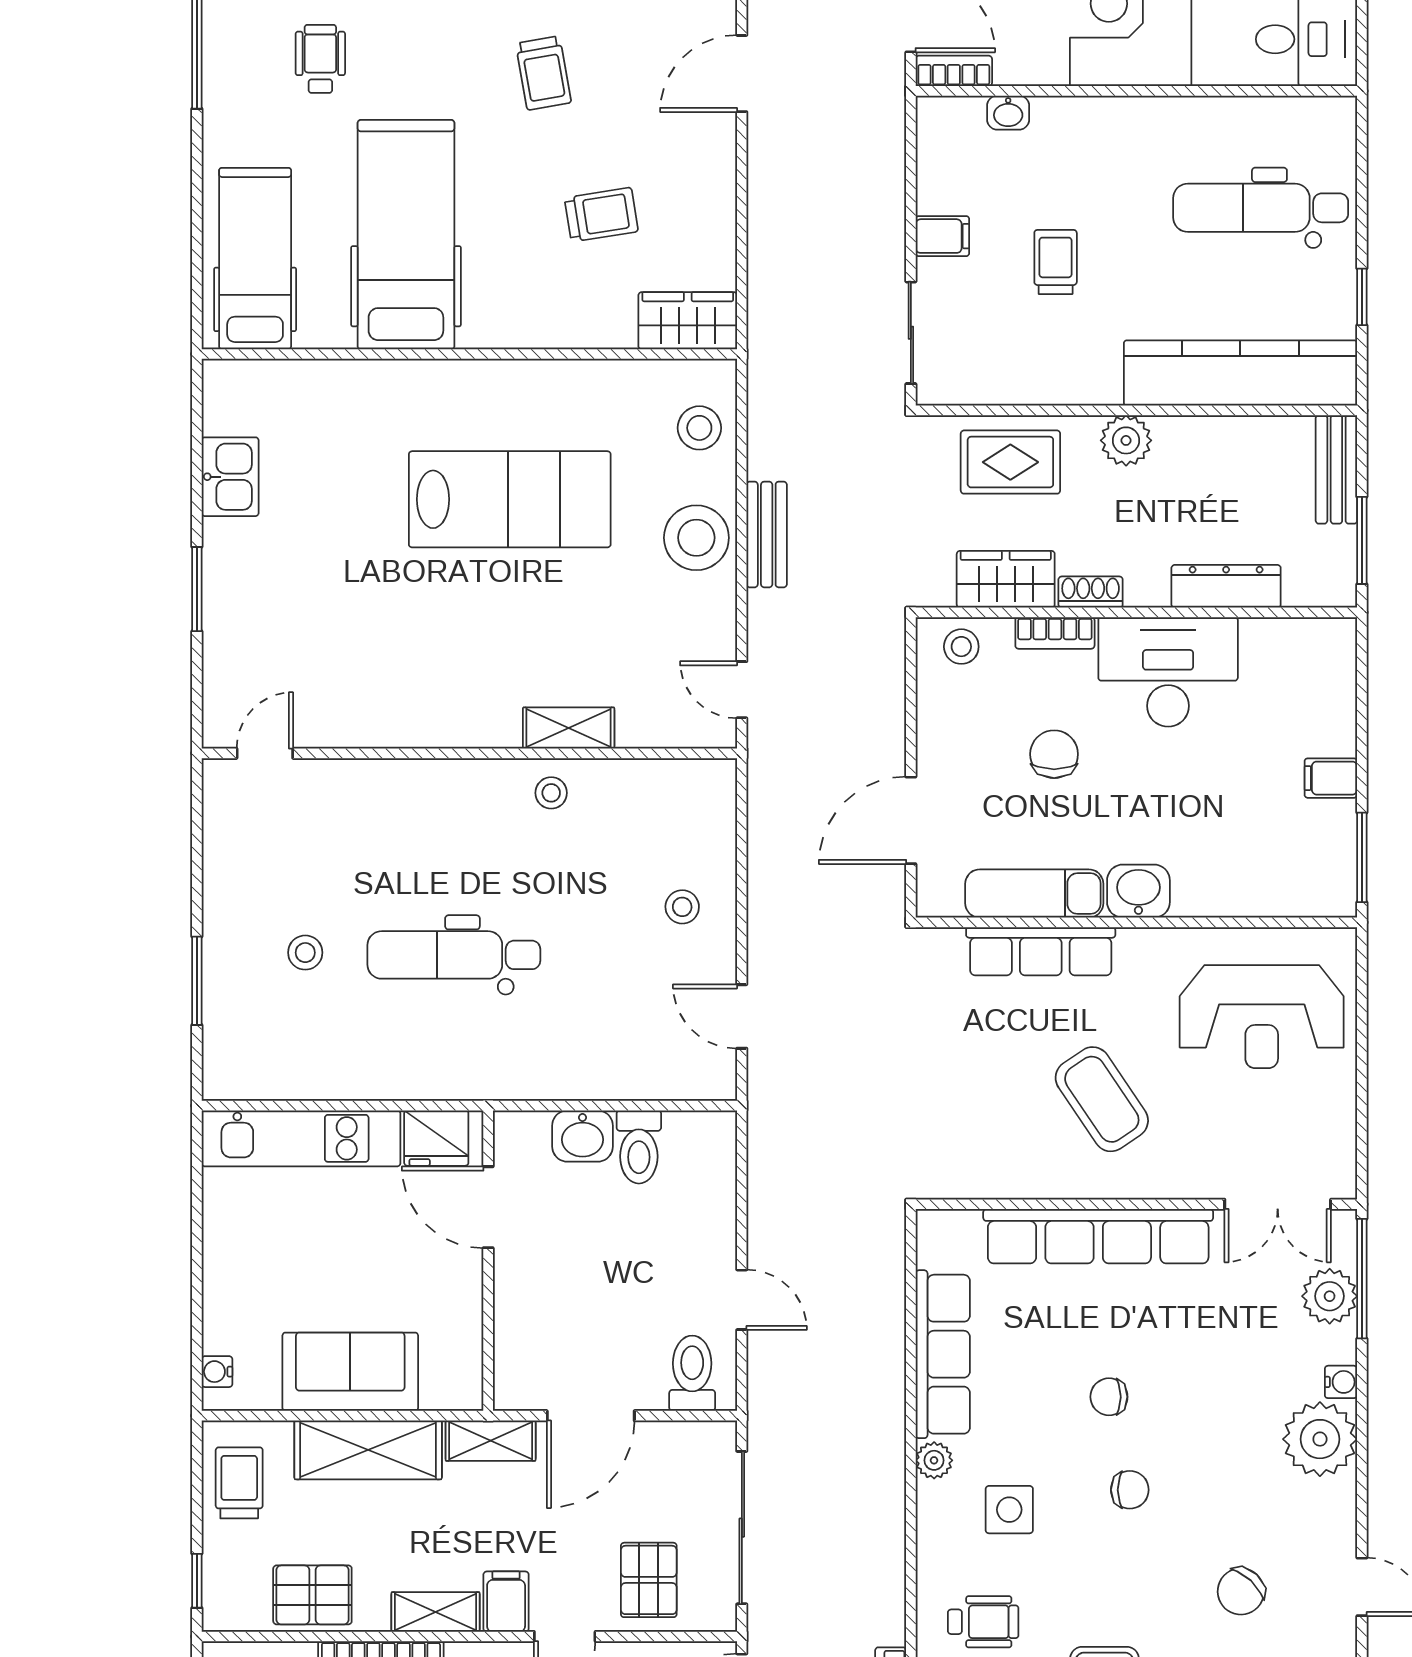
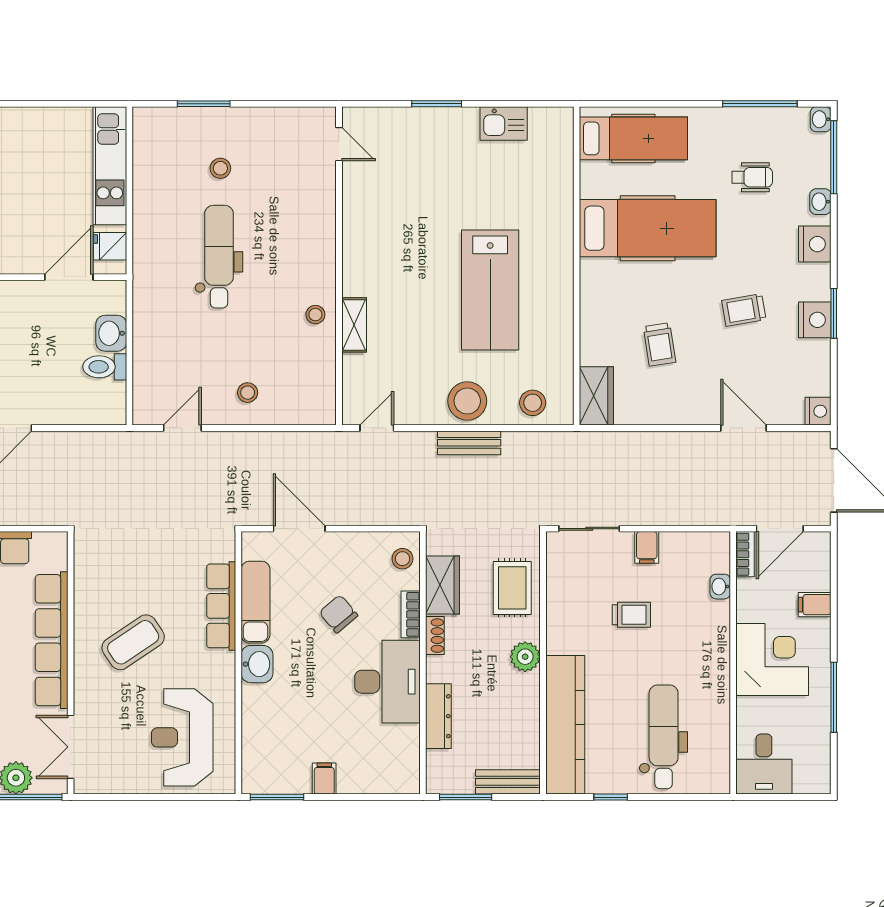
chair: (1054, 754) -> (338, 614), turned -130
fridge: (436, 1138) -> (110, 246), width x0.72

